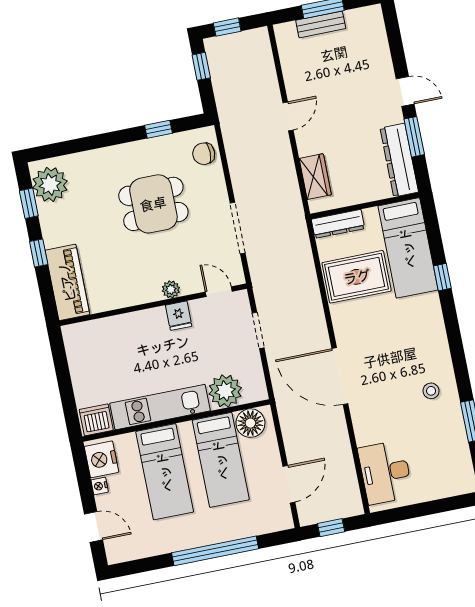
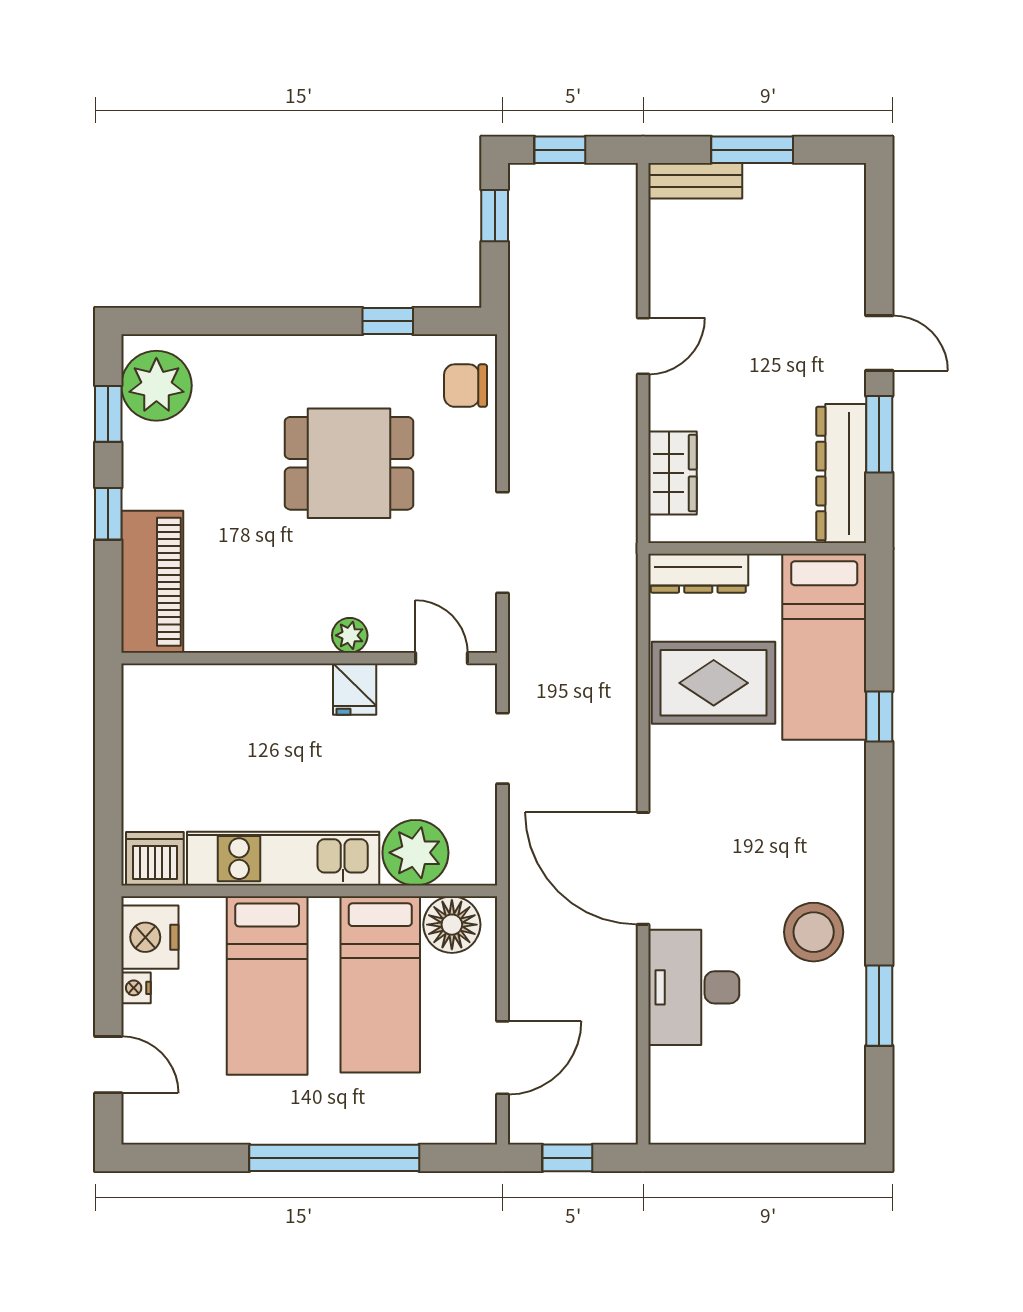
bench: (321, 24) -> (695, 181), moved
stool: (431, 391) -> (814, 932), width x1.89, depth x1.89
desk: (385, 472) -> (694, 987), moved

